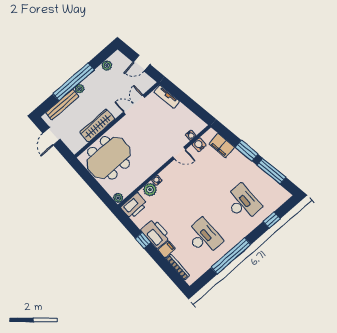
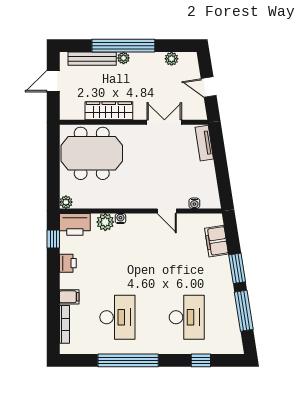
water cooler: (199, 145) -> (194, 220), removed
printer: (156, 234) -> (68, 263), width x0.53, depth x0.68
window: (143, 240) -> (53, 239), moved

